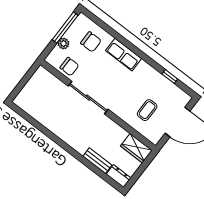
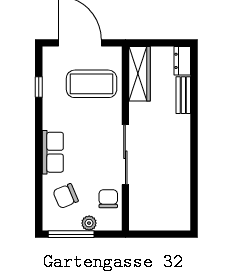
chair: (91, 42) -> (66, 196), turned -113
coffee table: (147, 110) -> (92, 84), width x1.86, depth x1.72
wardrobe: (136, 148) -> (140, 74), width x1.50

